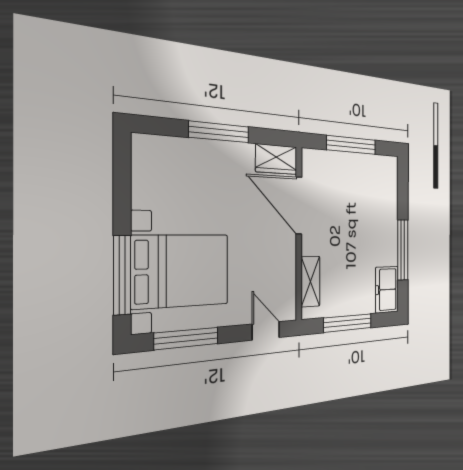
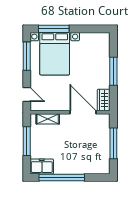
door: (299, 206) -> (83, 112), hinge flipped
window: (403, 250) -> (62, 177), width x1.46
door: (266, 331) -> (27, 94), hinge flipped

